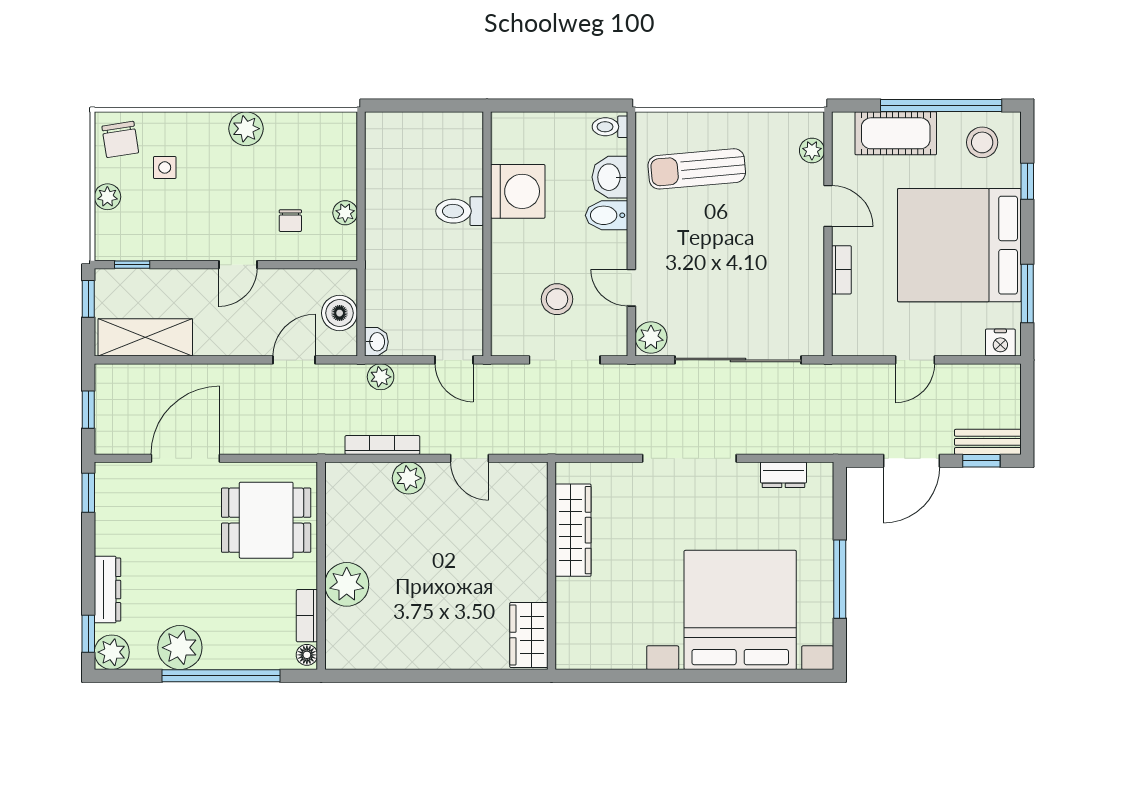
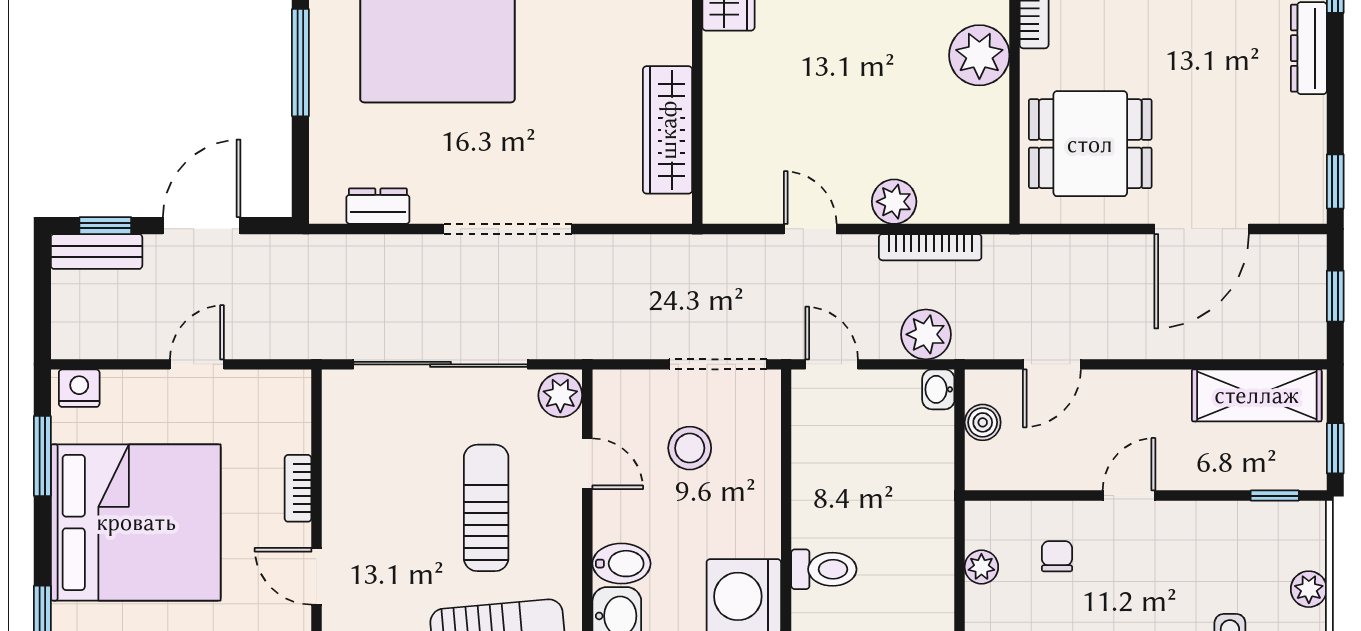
sun lounger: (705, 256) -> (486, 508), added
boiler: (340, 313) -> (983, 422), width x0.73, depth x0.73
doorway: (565, 360) -> (718, 364), moved
plant: (381, 377) -> (926, 334), width x1.38, depth x1.38

